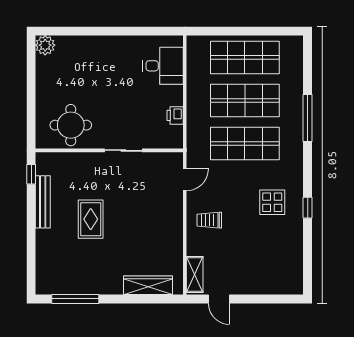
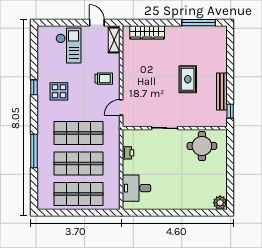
checkout: (259, 267) -> (69, 45), added

